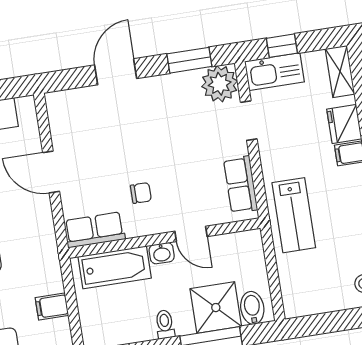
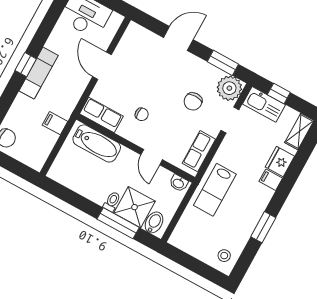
chair: (189, 132) -> (193, 101), added
washbasin: (162, 253) -> (179, 183), moved
filing cabinet: (52, 307) -> (55, 123), moved
toilet: (165, 324) -> (112, 201), moved

